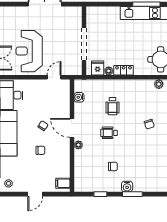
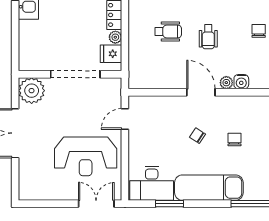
plant: (73, 15) -> (32, 91), added
door: (54, 77) -> (125, 119), hinge flipped
water cooler: (79, 97) -> (241, 82), moved
door: (72, 128) -> (201, 92), swing flipped

